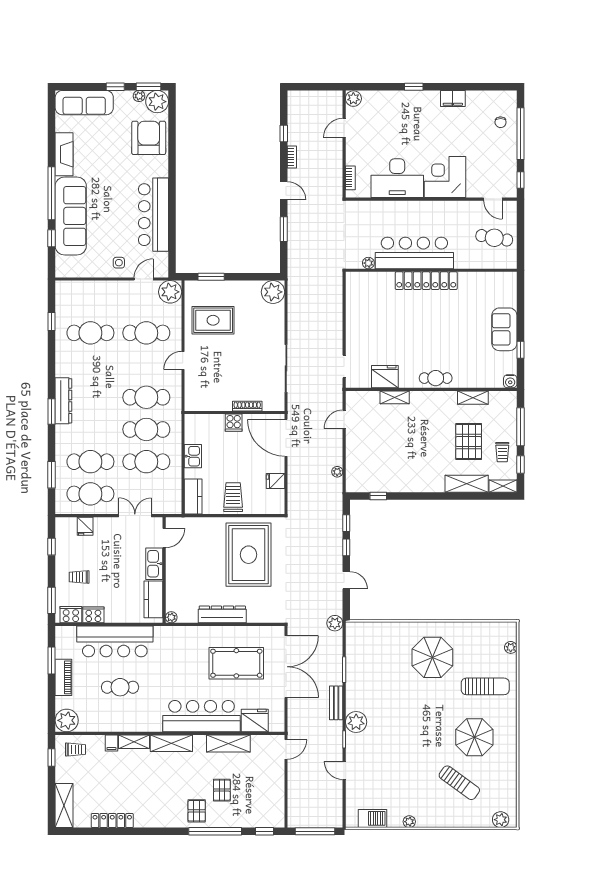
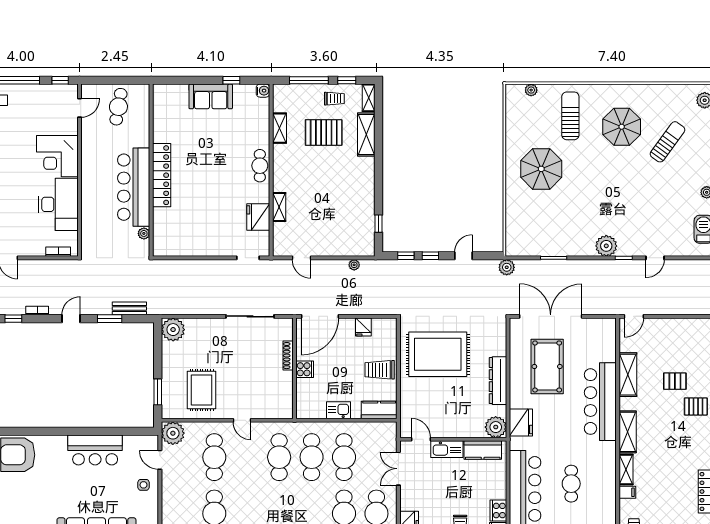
bar counter: (153, 215) -> (95, 450), width x0.73
plant: (171, 617) -> (496, 427), width x1.88, depth x1.88
bench: (336, 703) -> (129, 308), moved
fridge: (255, 720) -> (521, 423), moved, turned 180
door: (286, 749) -> (634, 316), swing flipped

